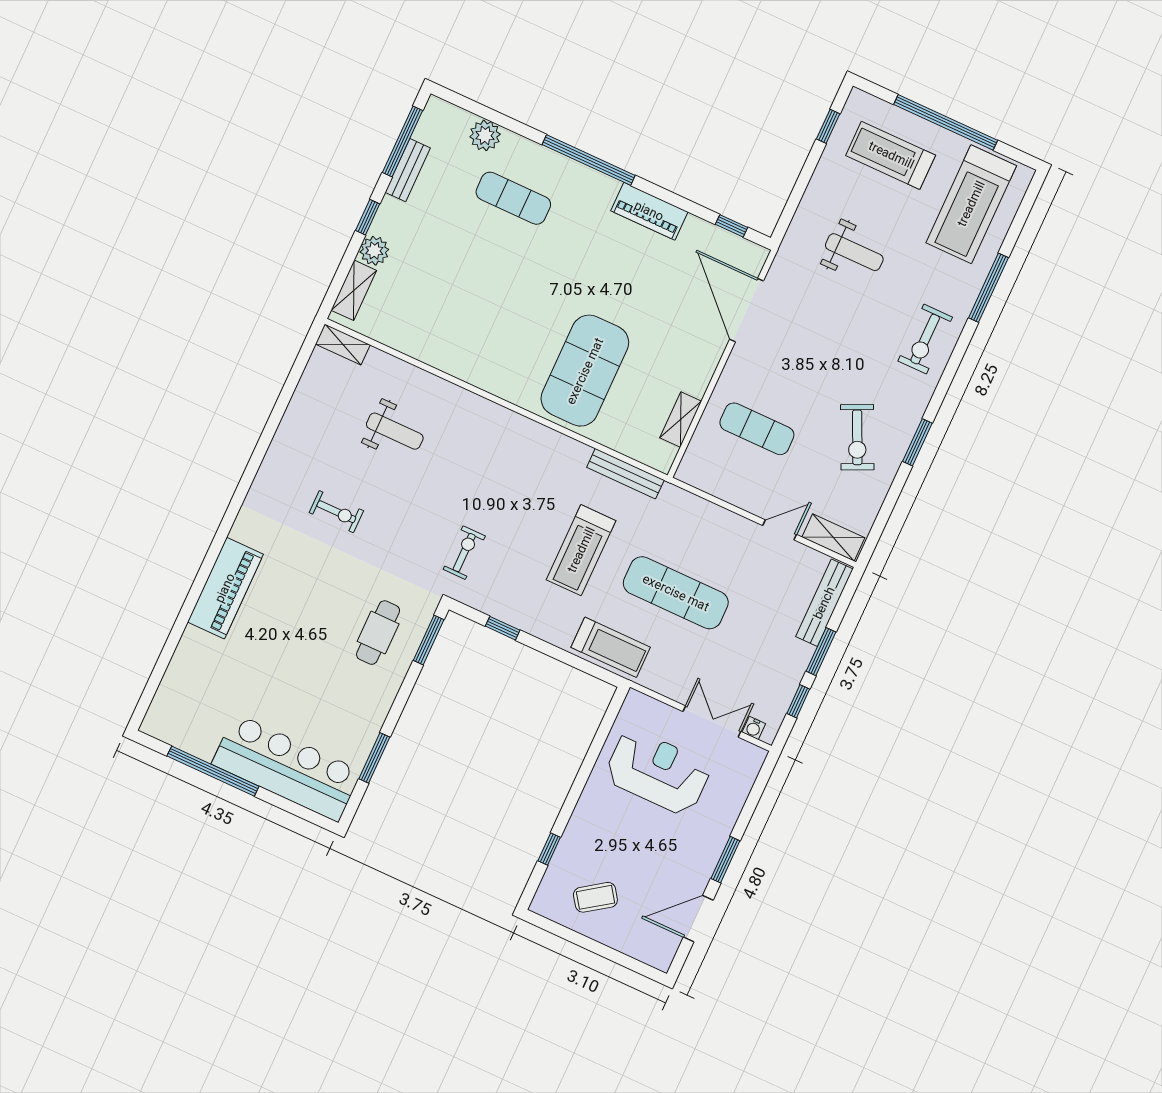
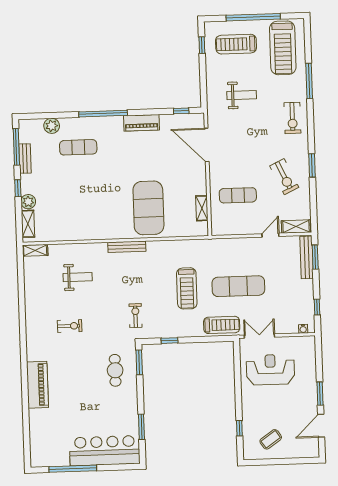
bench: (625, 474) -> (127, 247), moved
window: (821, 652) -> (315, 257), moved
double door: (712, 721) -> (259, 336), moved

